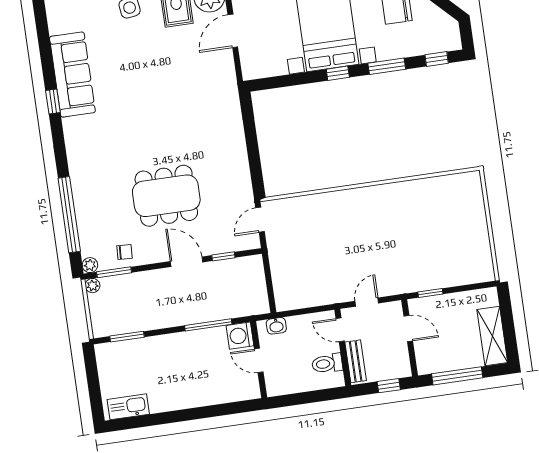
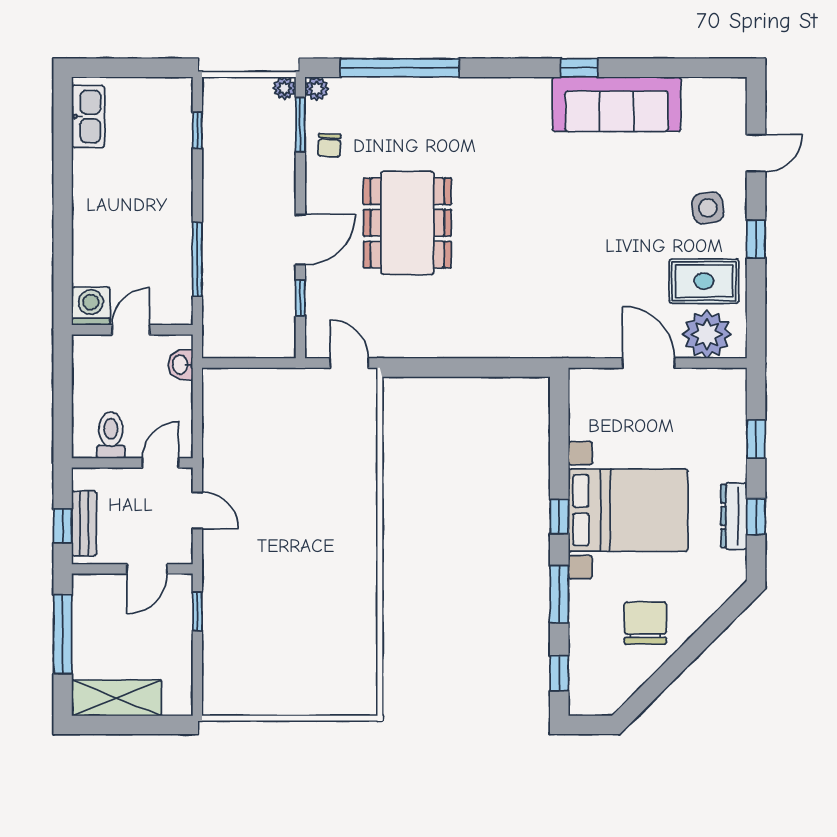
washing machine: (240, 336) -> (91, 306), moved
window: (127, 337) -> (197, 130), width x0.67
bench: (356, 361) -> (84, 523), moved, turned 90

